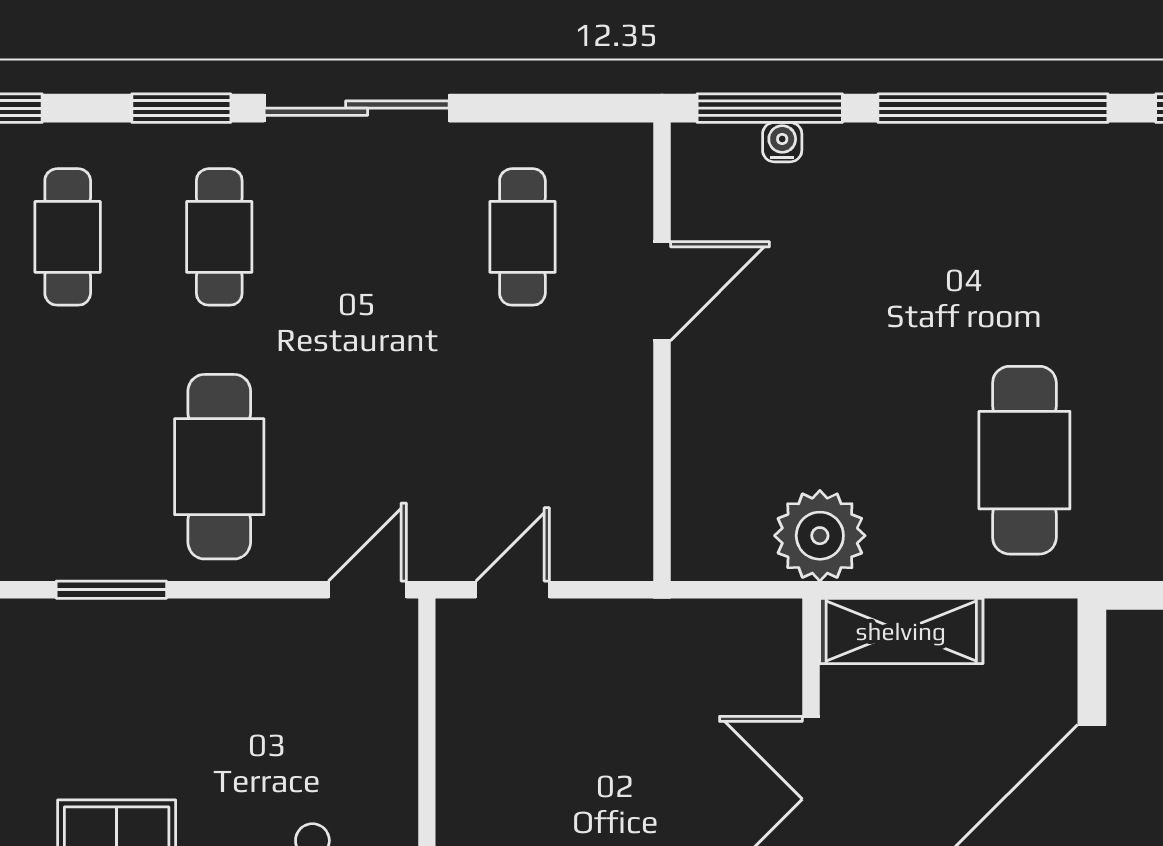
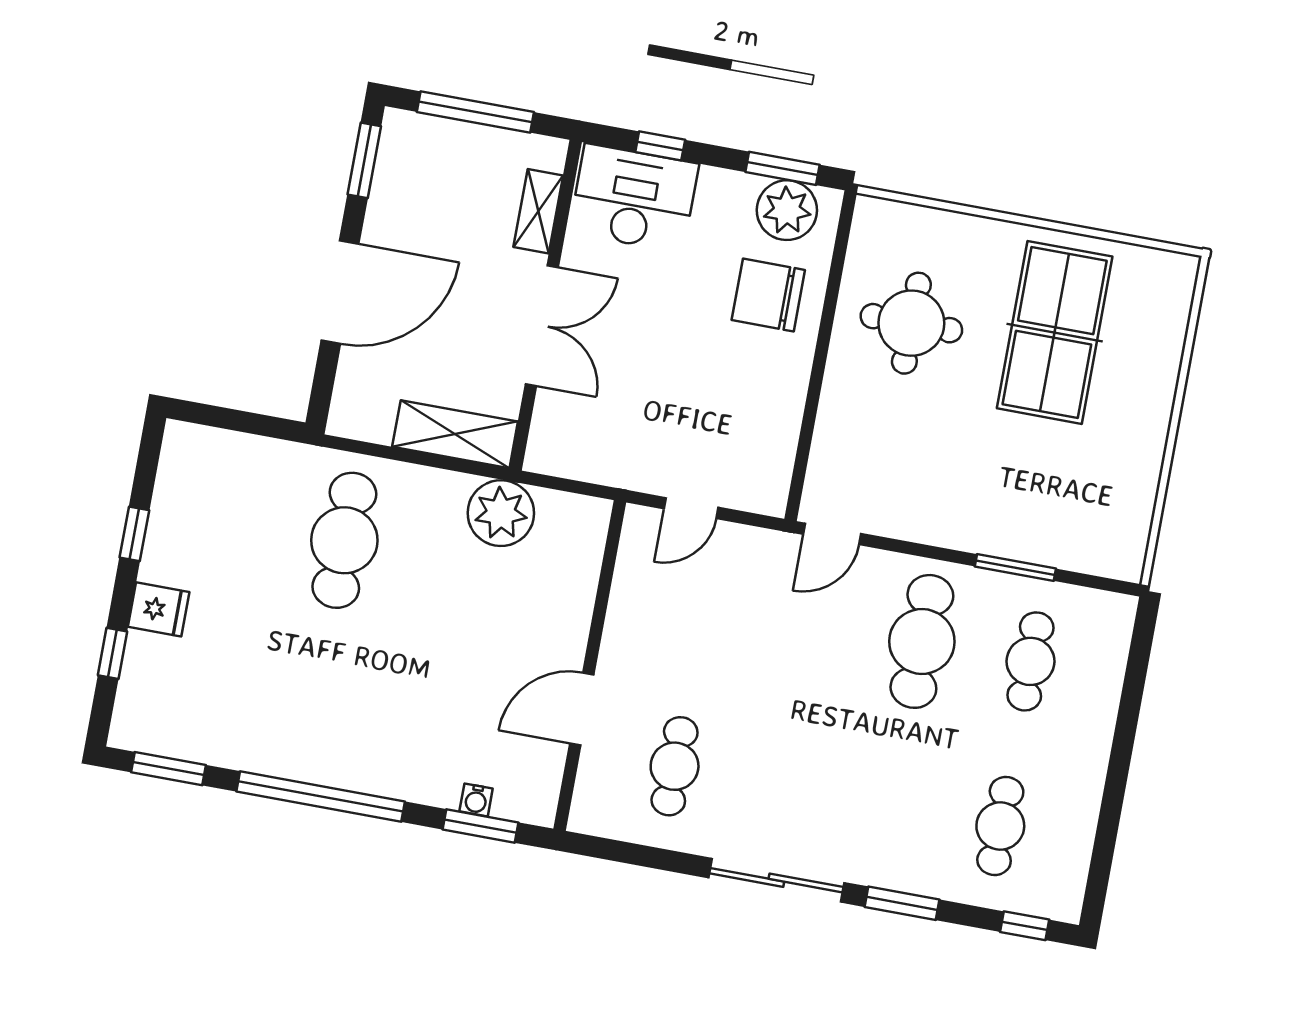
window: (770, 108) -> (481, 826), width x0.69
cafe table: (219, 237) -> (1031, 661), moved
door: (513, 590) -> (691, 508), moved

